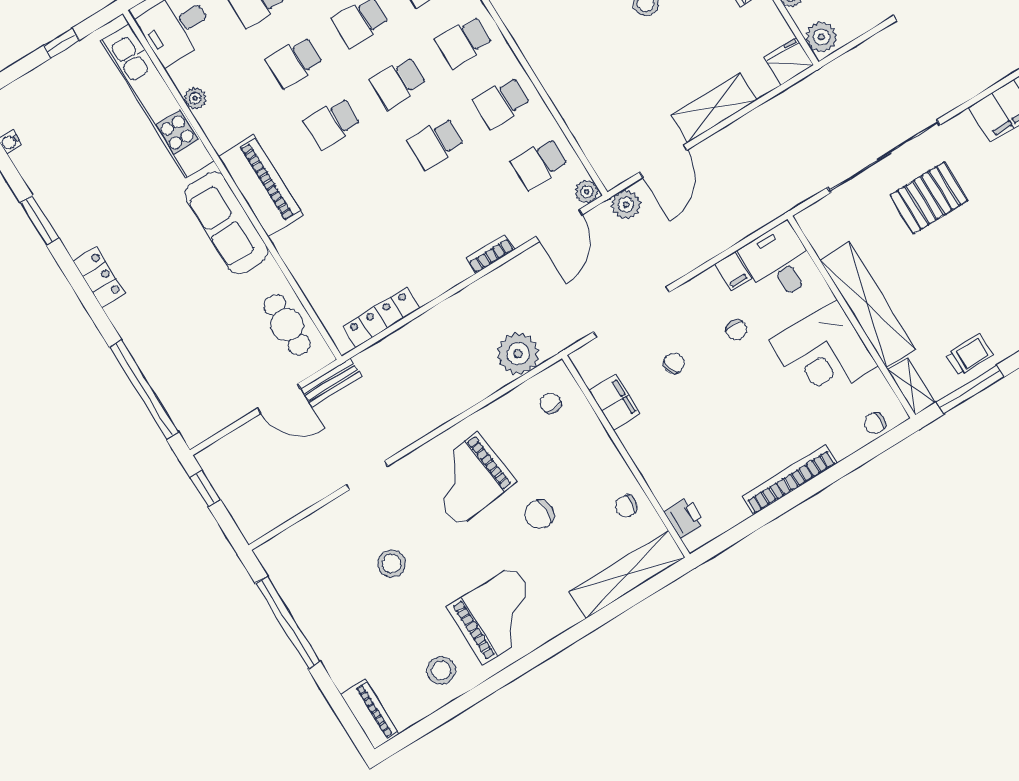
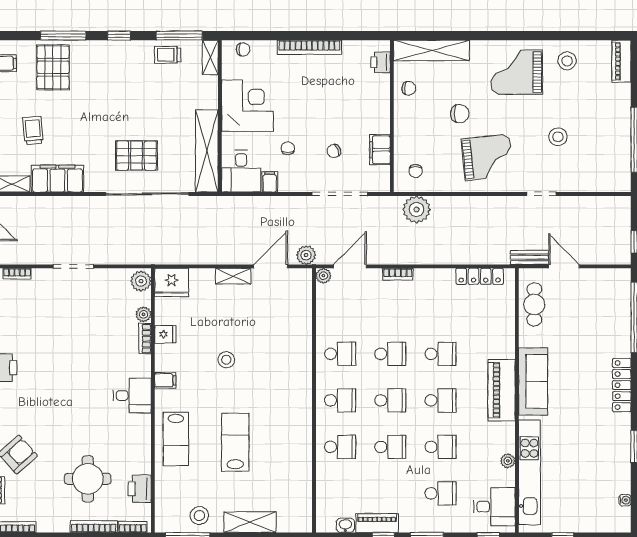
fridge: (789, 61) -> (172, 282), width x1.36, depth x1.34
shelving: (714, 108) -> (233, 276), width x0.67, depth x0.75
school desk: (539, 164) -> (441, 354), moved
locker: (99, 277) -> (622, 385), width x1.53
shelving: (867, 305) -> (207, 151), moved

